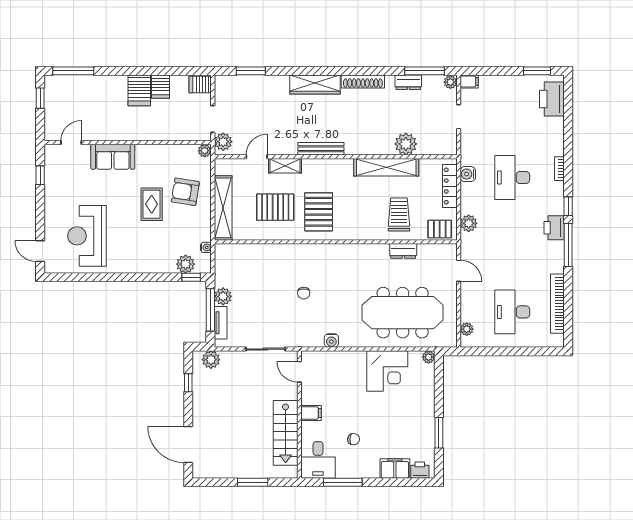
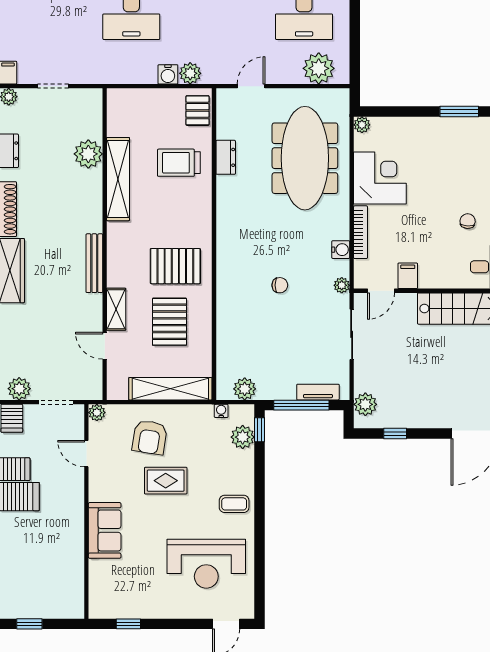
plant: (223, 142) -> (19, 389), moved
door: (71, 143) -> (86, 454), moved
water cooler: (468, 174) -> (168, 74), moved
locker: (450, 186) -> (142, 97), removed
coffee table: (133, 258) -> (234, 504), added
plant: (223, 296) -> (245, 389), moved
plant: (467, 329) -> (319, 68), width x1.88, depth x1.88
plant: (304, 341) -> (342, 285), added
bookcase: (345, 356) -> (360, 232), added
filing cabinet: (311, 413) -> (408, 276), moved

